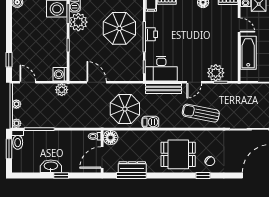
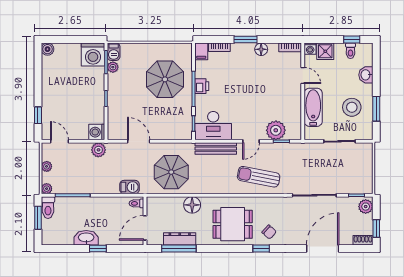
plant: (78, 22) -> (113, 67), width x0.53, depth x0.53
barbecue: (150, 122) -> (130, 187), moved
floor lamp: (111, 138) -> (192, 205), moved

